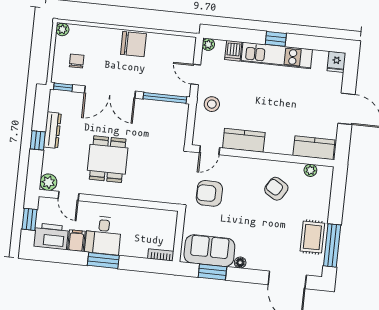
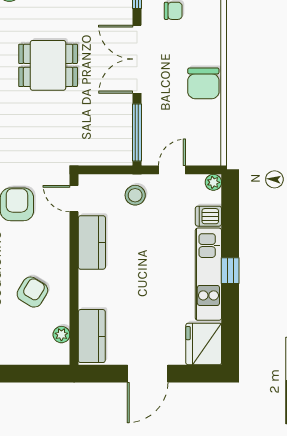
fridge: (336, 62) -> (204, 344), width x1.88, depth x1.34

